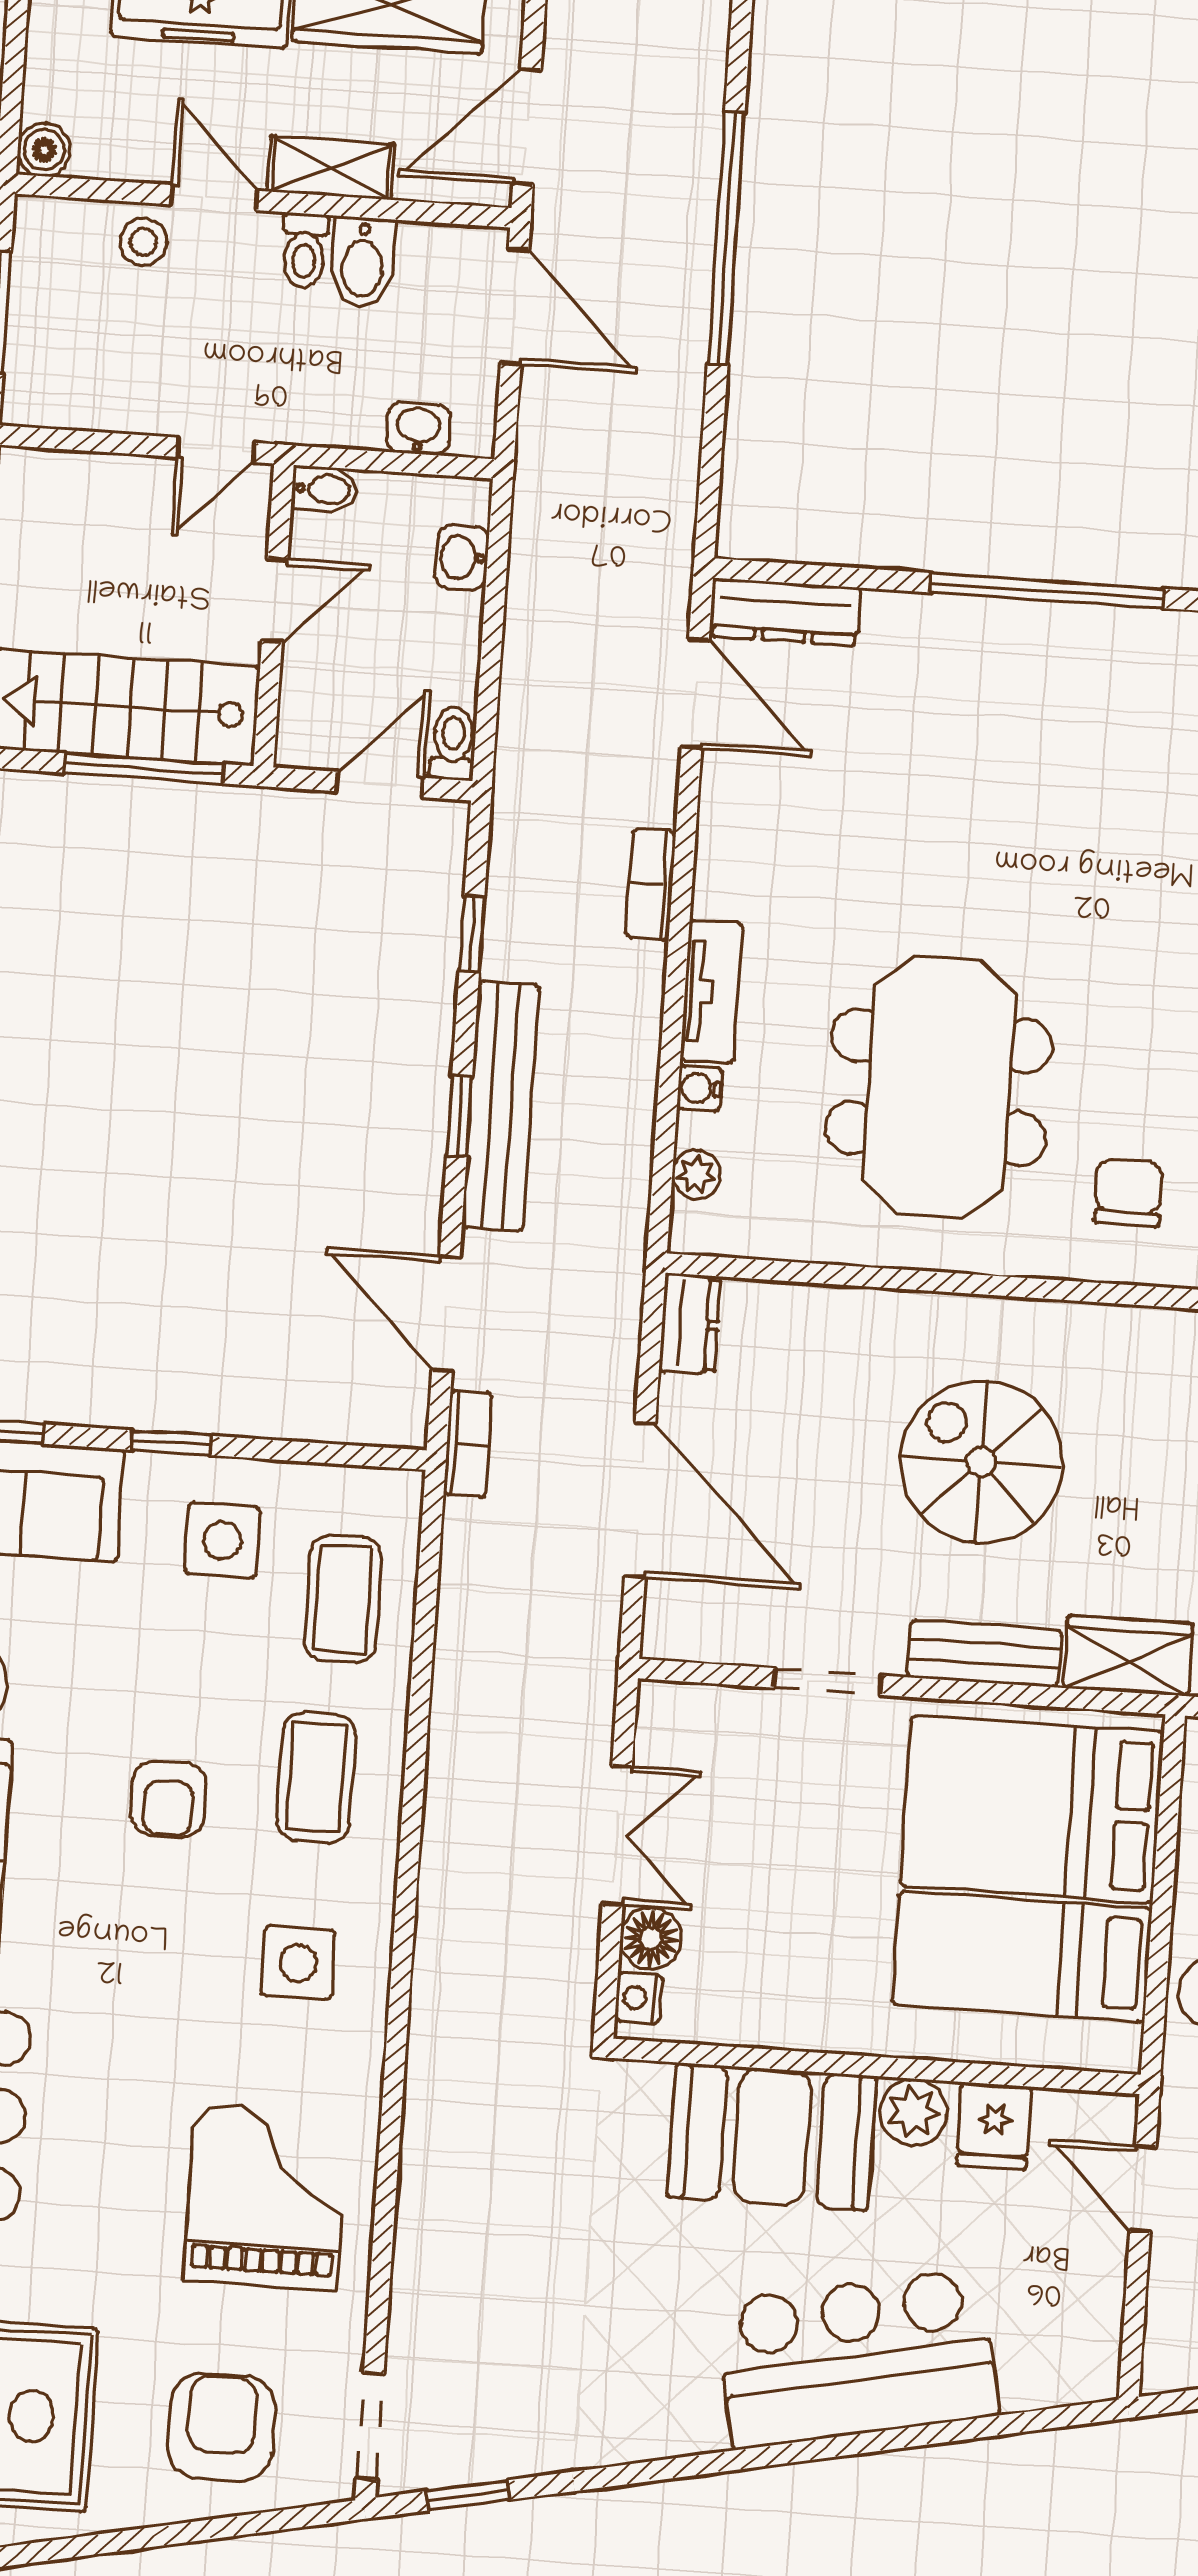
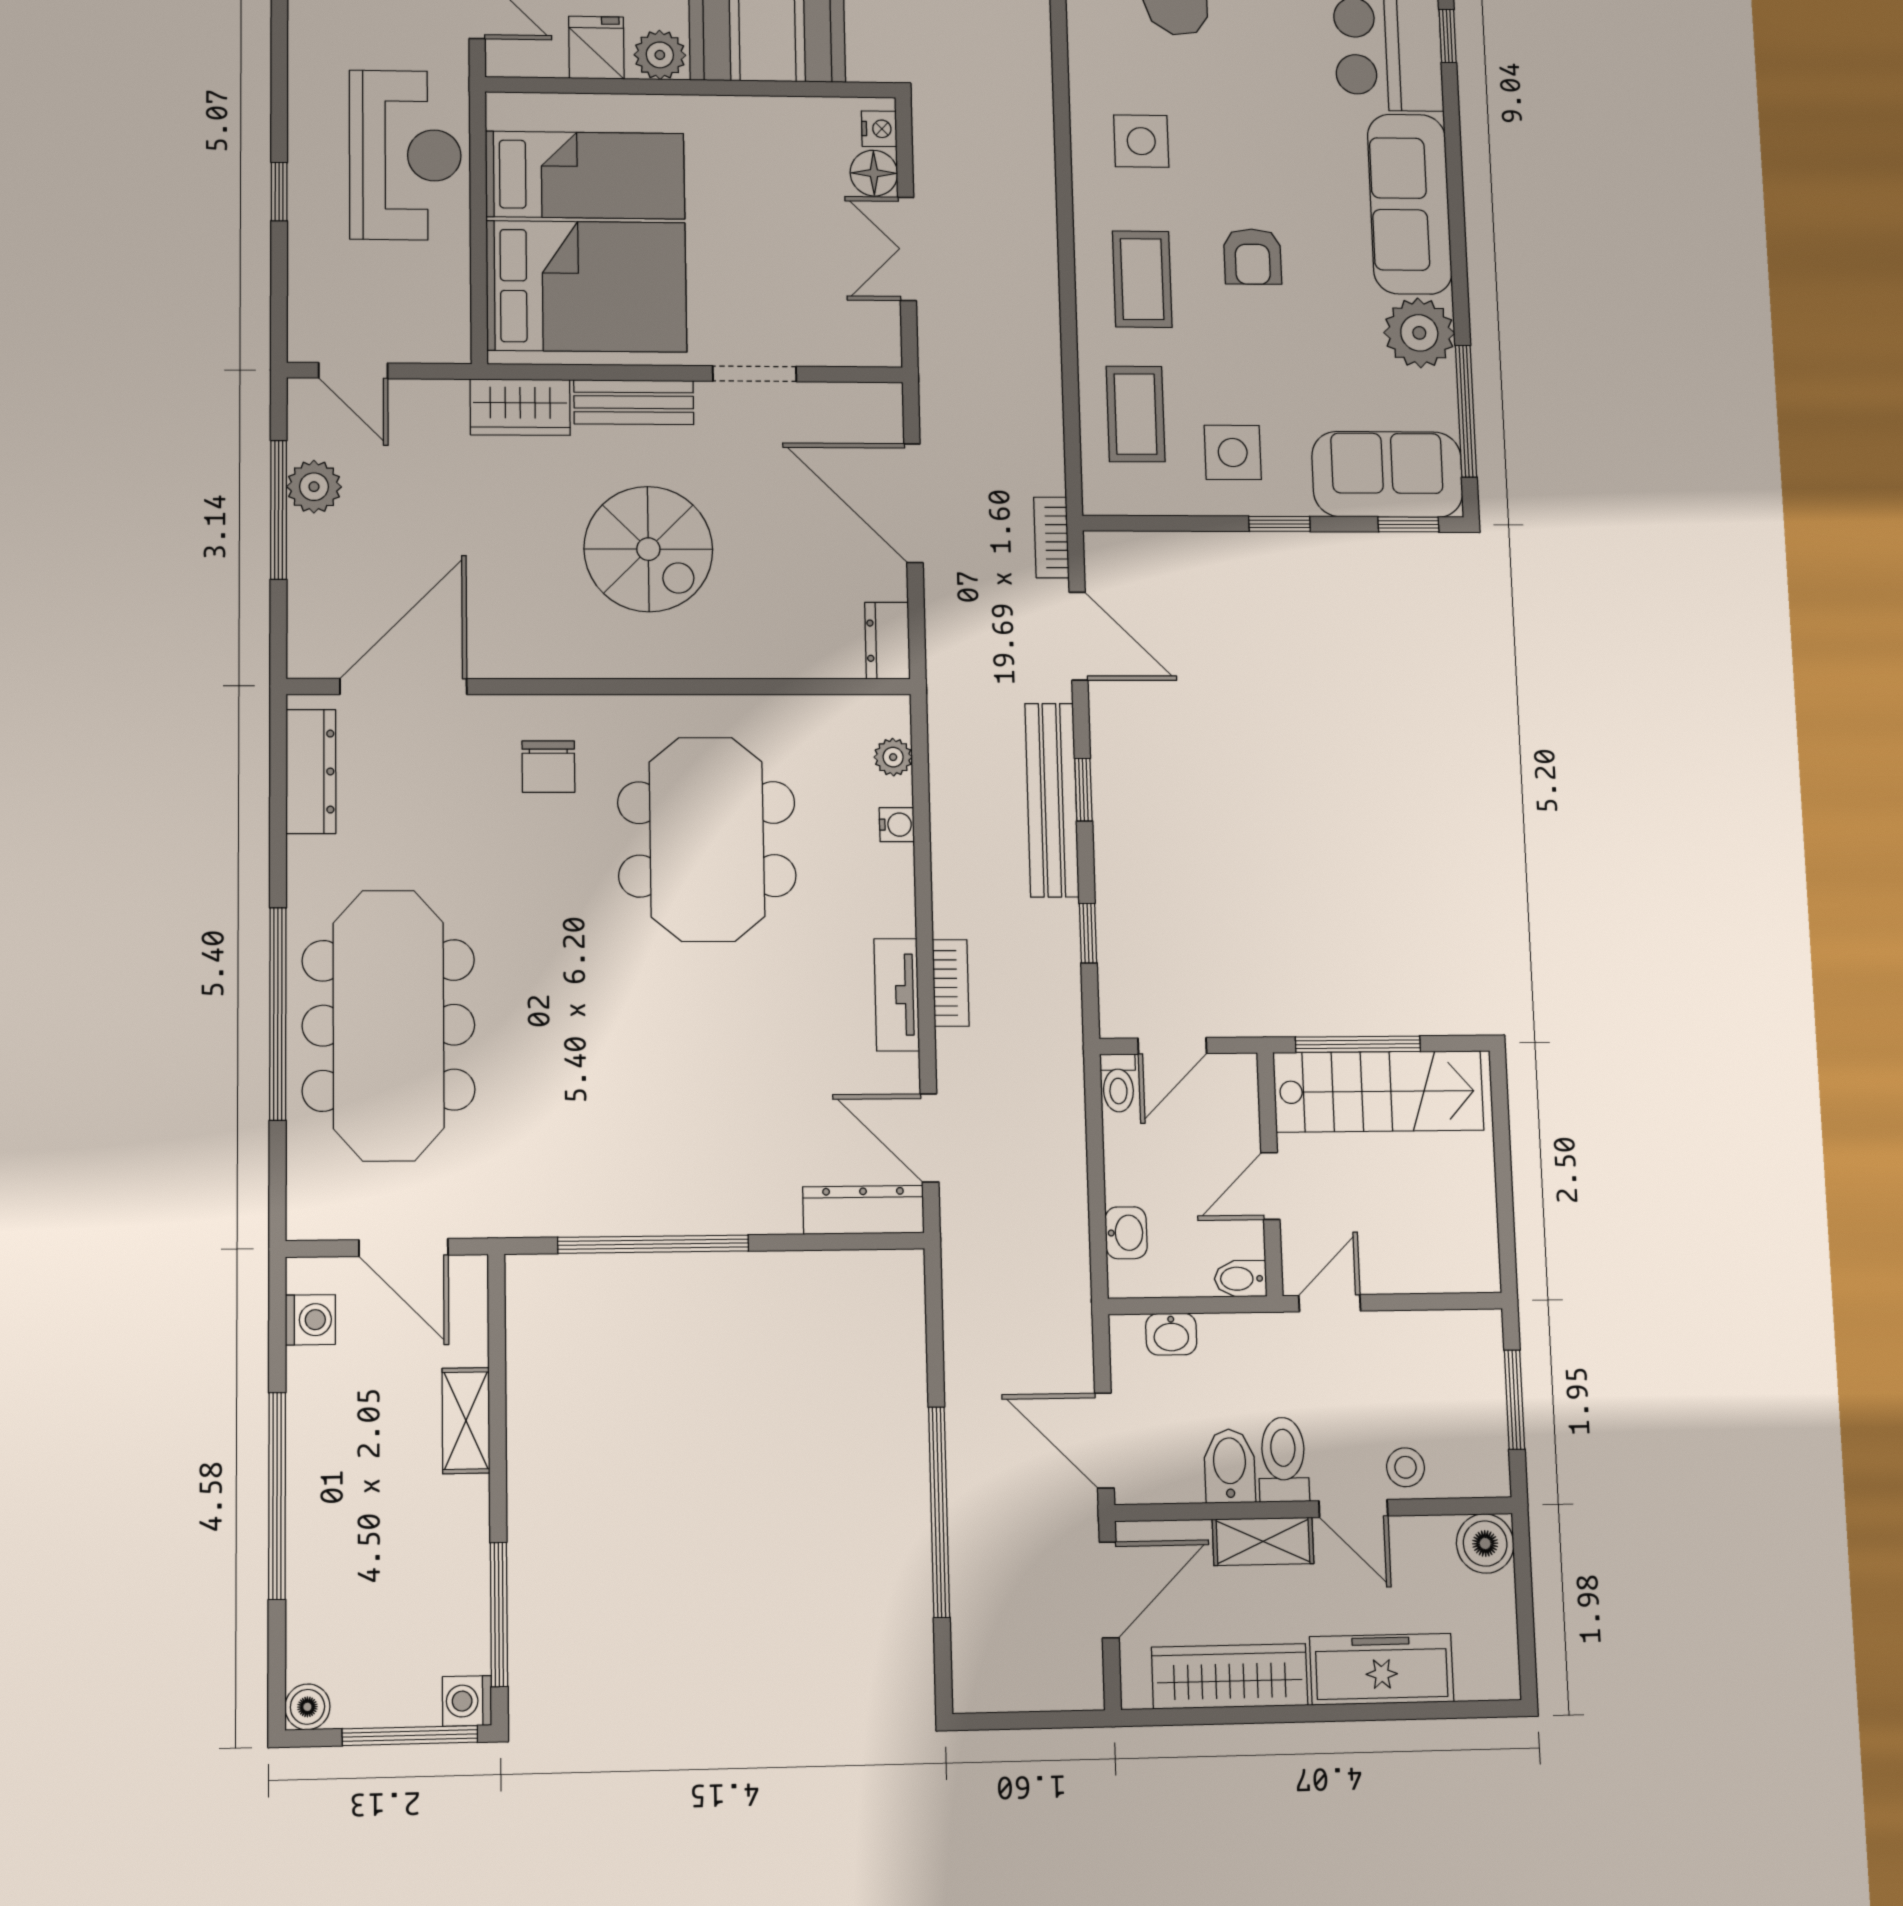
boiler: (44, 150) -> (1485, 1544), width x1.36, depth x1.36
toilet: (304, 251) -> (1283, 1460), width x1.37, depth x1.39
tv unit: (711, 992) -> (897, 995), moved
armchair: (168, 1799) -> (1252, 257), turned 180

